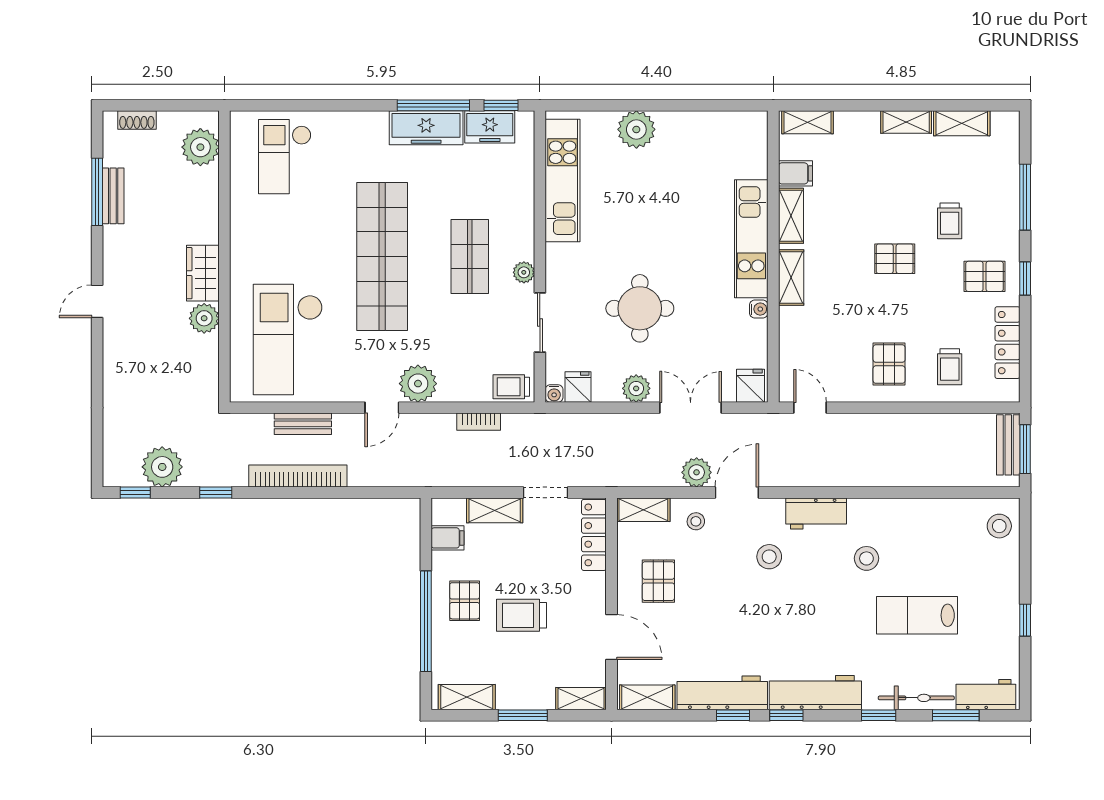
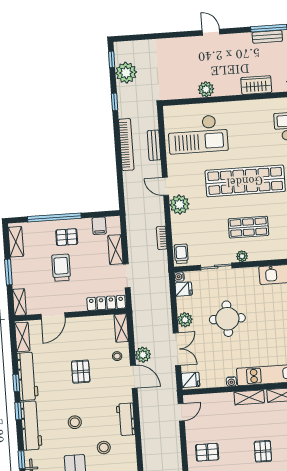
wardrobe: (203, 273) -> (256, 85), moved
checkout: (288, 340) -> (198, 134), turned 180
stool: (769, 557) -> (75, 422), moved
pallet: (658, 581) -> (81, 372), moved, turned 90

